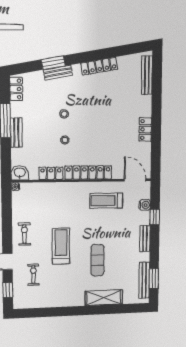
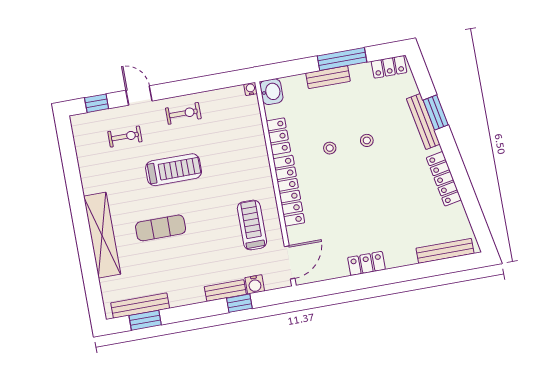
bench: (58, 73) -> (423, 122), width x1.36
bench: (145, 239) -> (225, 291), moved
shelving: (104, 298) -> (102, 235), width x1.47

